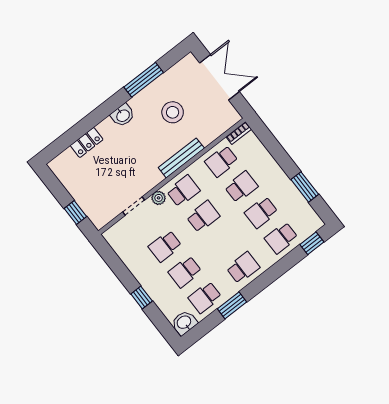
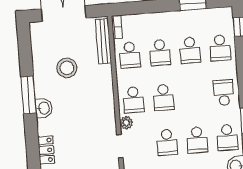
window: (144, 80) -> (29, 95), moved
bench: (181, 158) -> (103, 41), moved
school desk: (241, 187) -> (160, 53), turned 180
school desk: (183, 191) -> (133, 100), turned 180
school desk: (203, 216) -> (164, 97), turned 180

